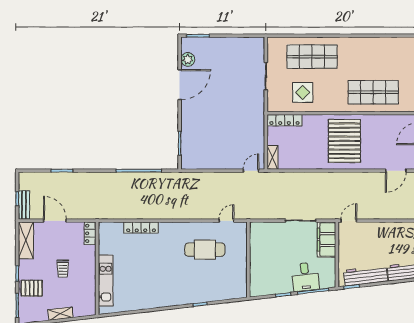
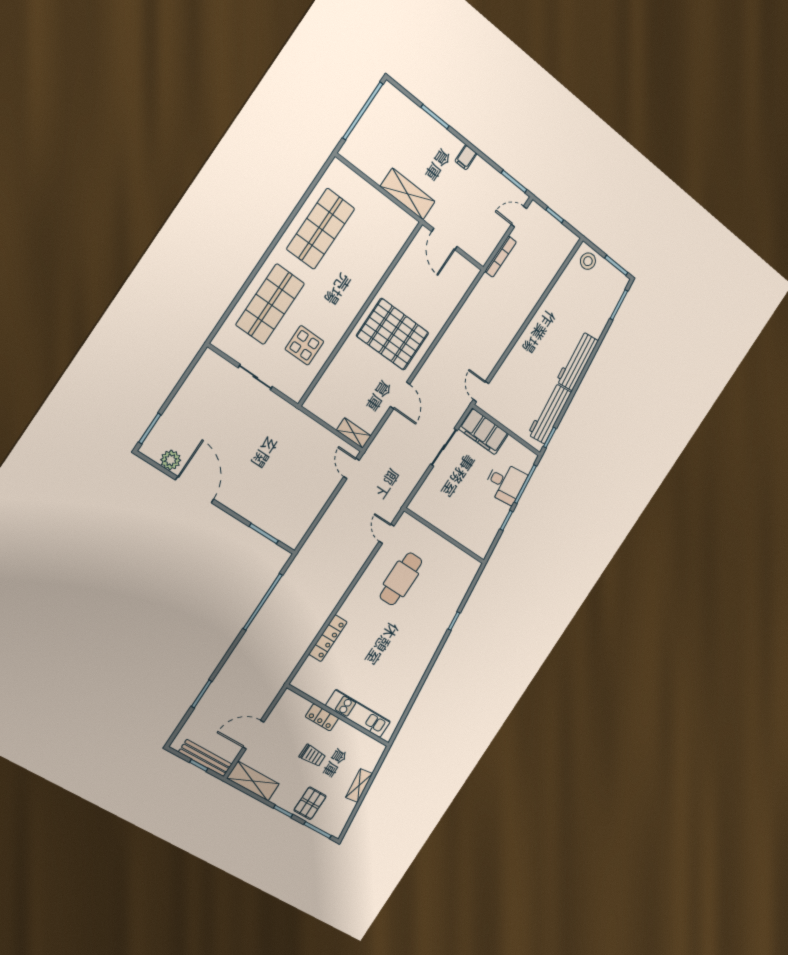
shop shelf: (373, 92) -> (321, 229), moved
locker: (284, 120) -> (322, 390), removed
door: (396, 171) -> (400, 395), moved
bench: (24, 205) -> (205, 758), width x1.36
locker: (90, 233) -> (322, 717), moved

